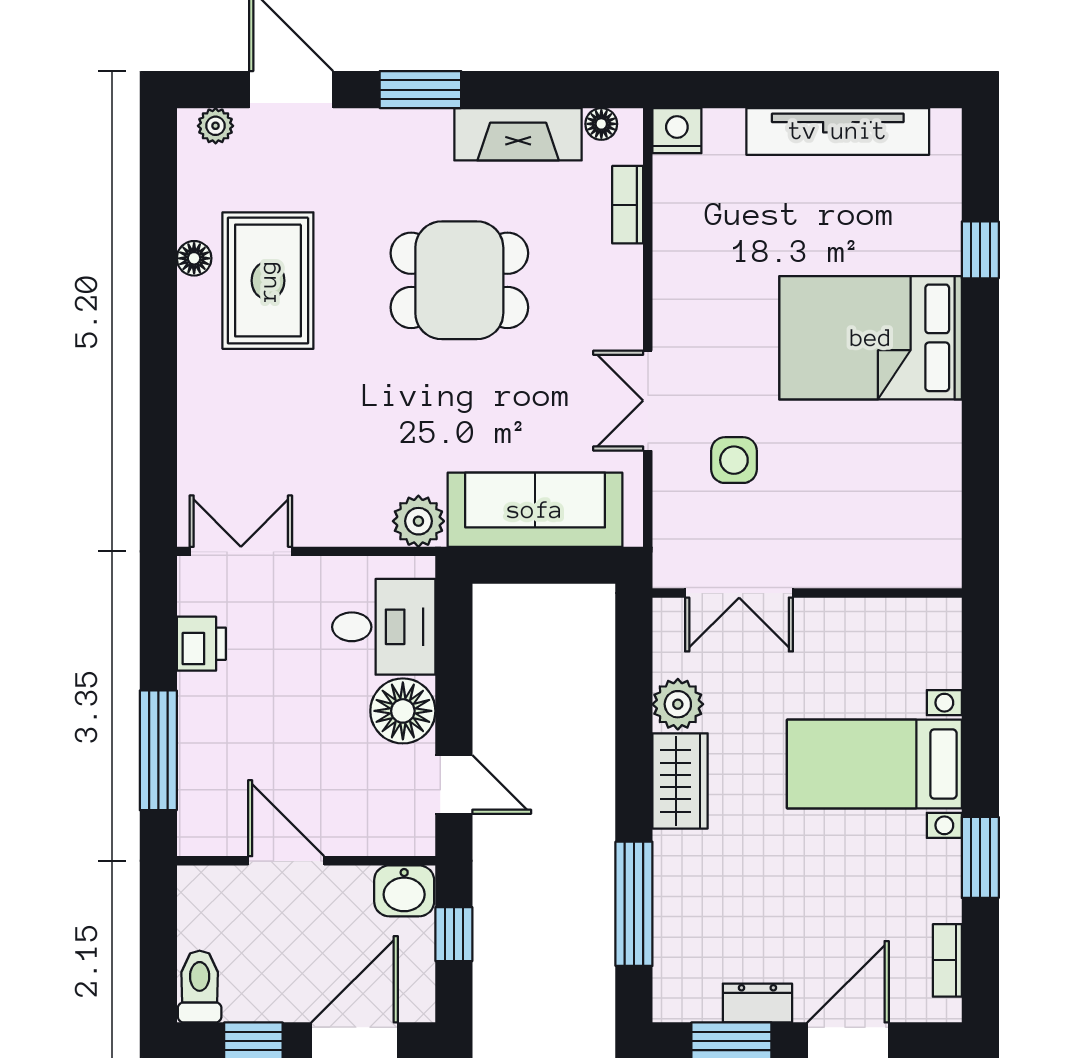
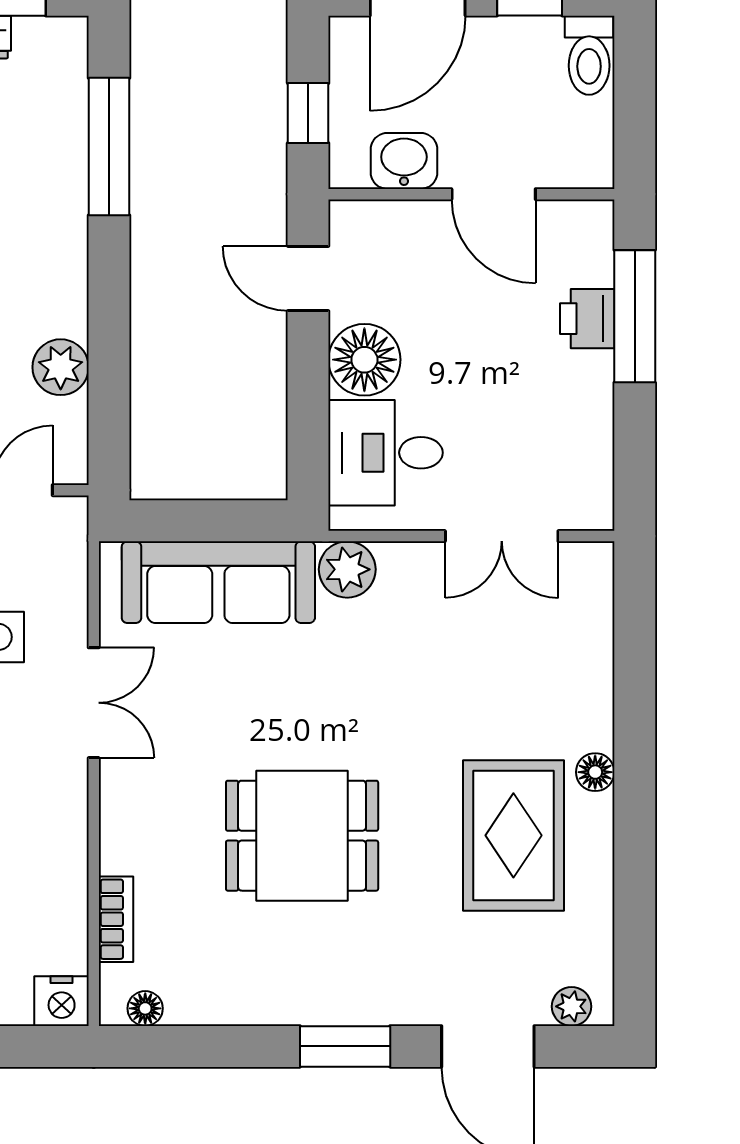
fireplace: (518, 134) -> (237, 997), removed
floor lamp: (194, 258) -> (595, 772), moved
double door: (241, 551) -> (502, 536), moved
printer: (201, 644) -> (587, 319), moved
wardrobe: (680, 781) -> (58, 282), removed
washbasin: (404, 891) -> (404, 161), moved

